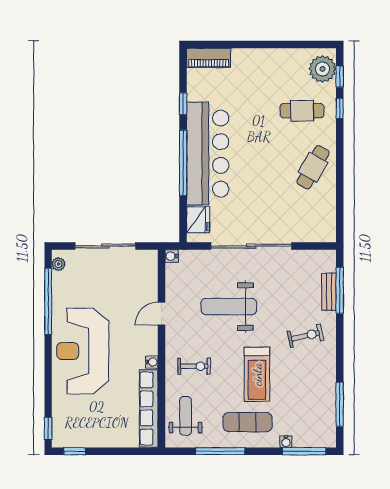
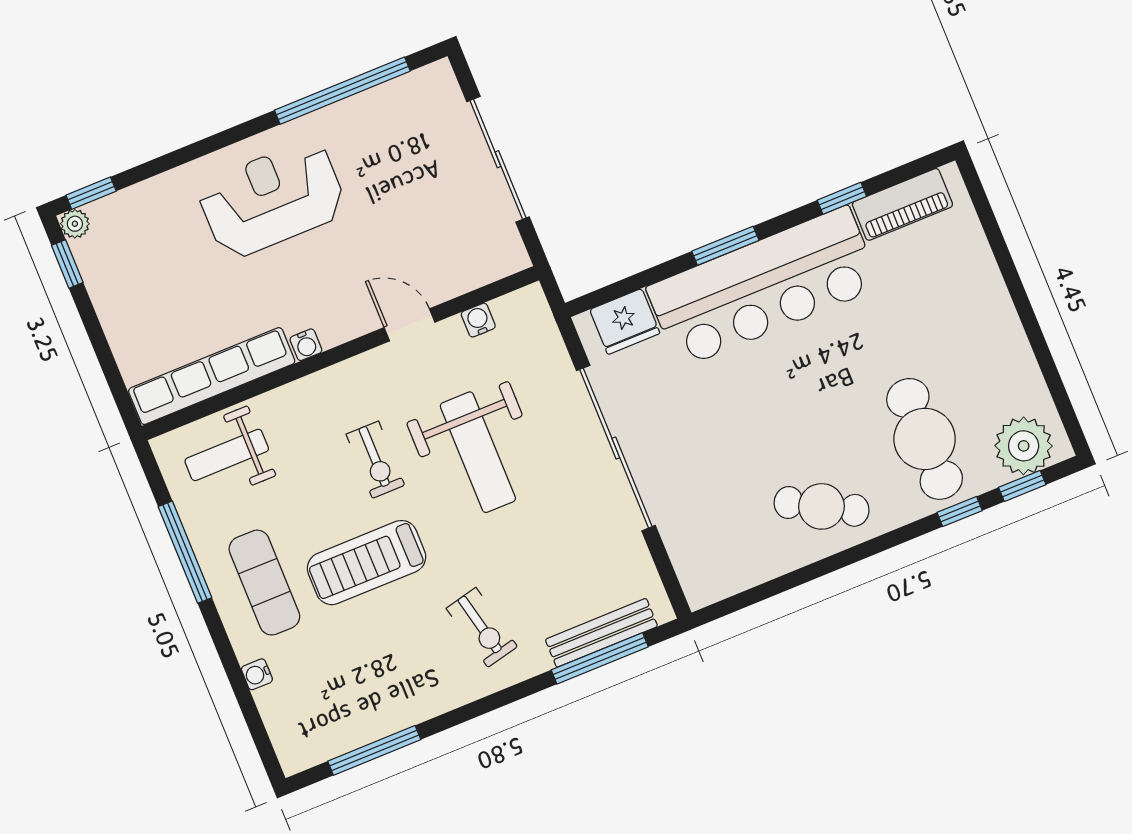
piano: (209, 58) -> (902, 204), moved, turned -90
cafe table: (302, 111) -> (925, 439), width x1.37, depth x1.35
window: (183, 163) -> (725, 246), width x0.47
water cooler: (172, 256) -> (478, 320), moved
plant: (58, 264) -> (75, 224), moved
bench: (329, 292) -> (601, 633), width x1.36
weight bench: (229, 307) -> (478, 452), turned 180
reception desk: (83, 351) -> (272, 199), width x0.74, depth x0.77
exercise bike: (194, 366) -> (375, 460), moved
weight bench: (186, 416) -> (227, 455), turned 180
window: (304, 451) -> (253, 718), removed

